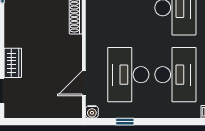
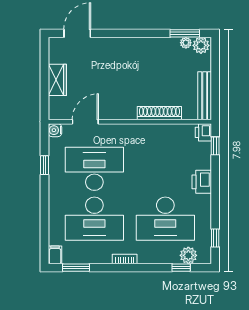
wardrobe: (13, 63) -> (57, 80), moved, turned -90
door: (84, 83) -> (85, 122), hinge flipped

